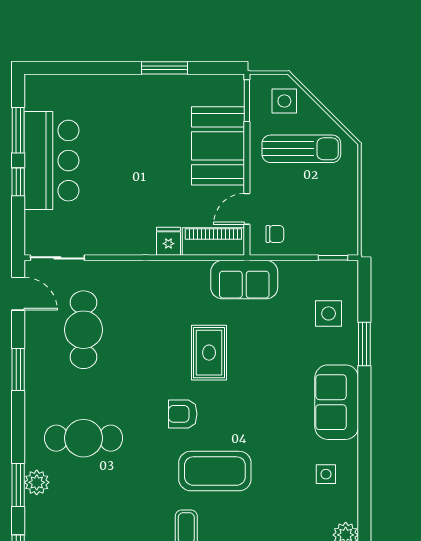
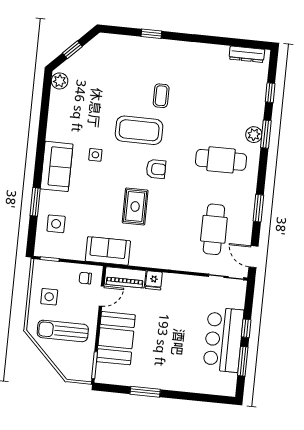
side table: (284, 101) -> (49, 297), moved
side table: (326, 474) -> (95, 155), moved

